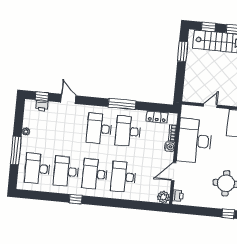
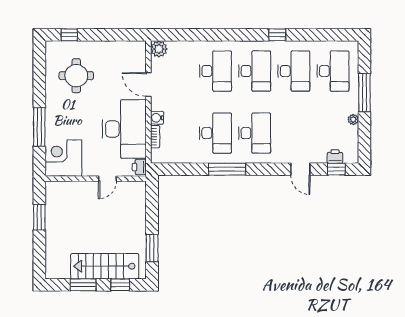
locker: (157, 117) -> (178, 156), removed
door: (174, 172) -> (148, 85), swing flipped
printer: (178, 196) -> (139, 167), moved

